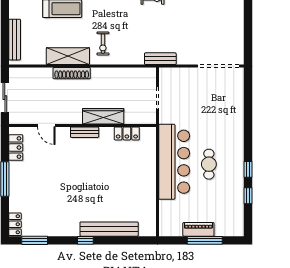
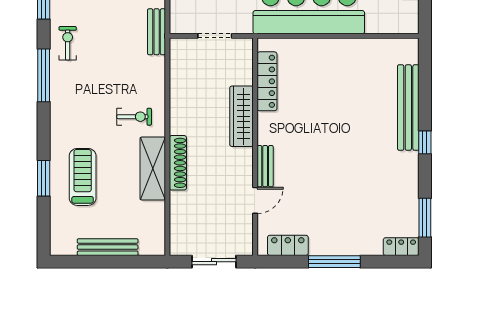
bench: (15, 40) -> (108, 247), moved
bench: (85, 132) -> (265, 166), moved
locker: (127, 133) -> (267, 81), width x1.53

